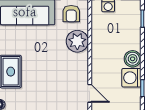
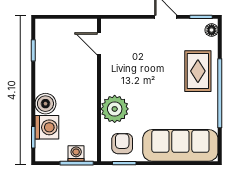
boiler: (133, 59) -> (45, 104), moved
washing machine: (131, 78) -> (47, 127), moved

